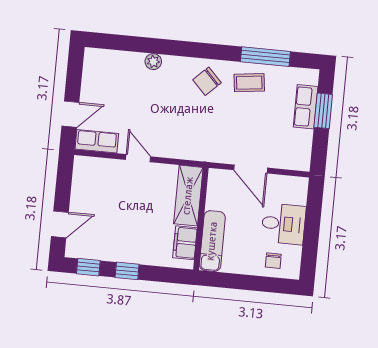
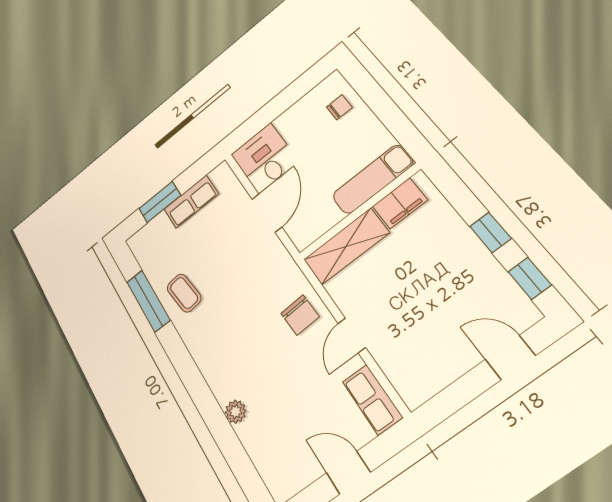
chair: (207, 81) -> (300, 315), moved, turned 41
row of seats: (306, 107) -> (191, 202), moved
door: (70, 114) -> (348, 473), moved
desk: (283, 224) -> (264, 158), moved

